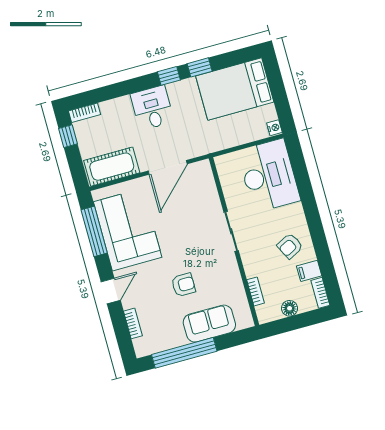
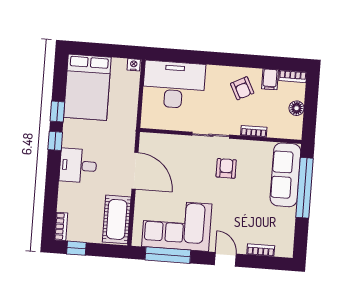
armchair: (183, 285) -> (226, 168), moved
bookcase: (256, 291) -> (254, 131), moved
sofa: (209, 324) -> (285, 175), width x1.36
window: (184, 353) -> (305, 188), moved

